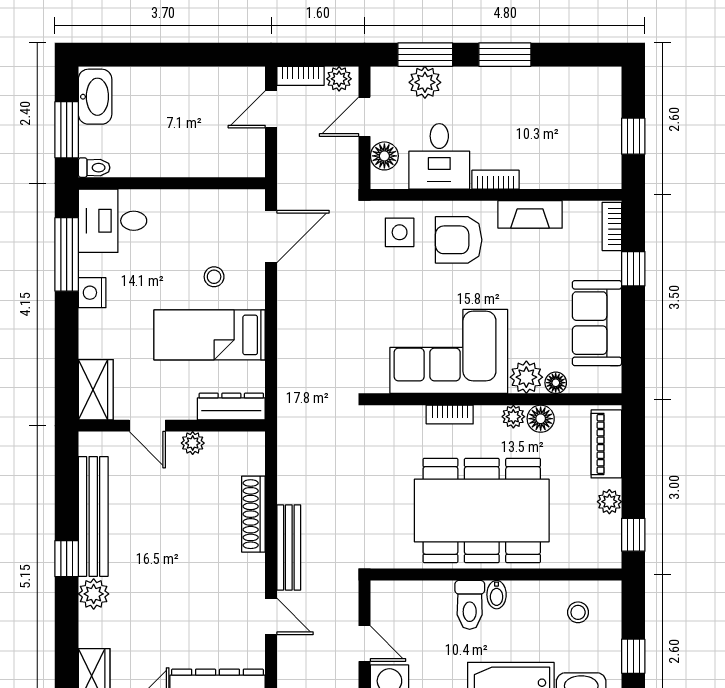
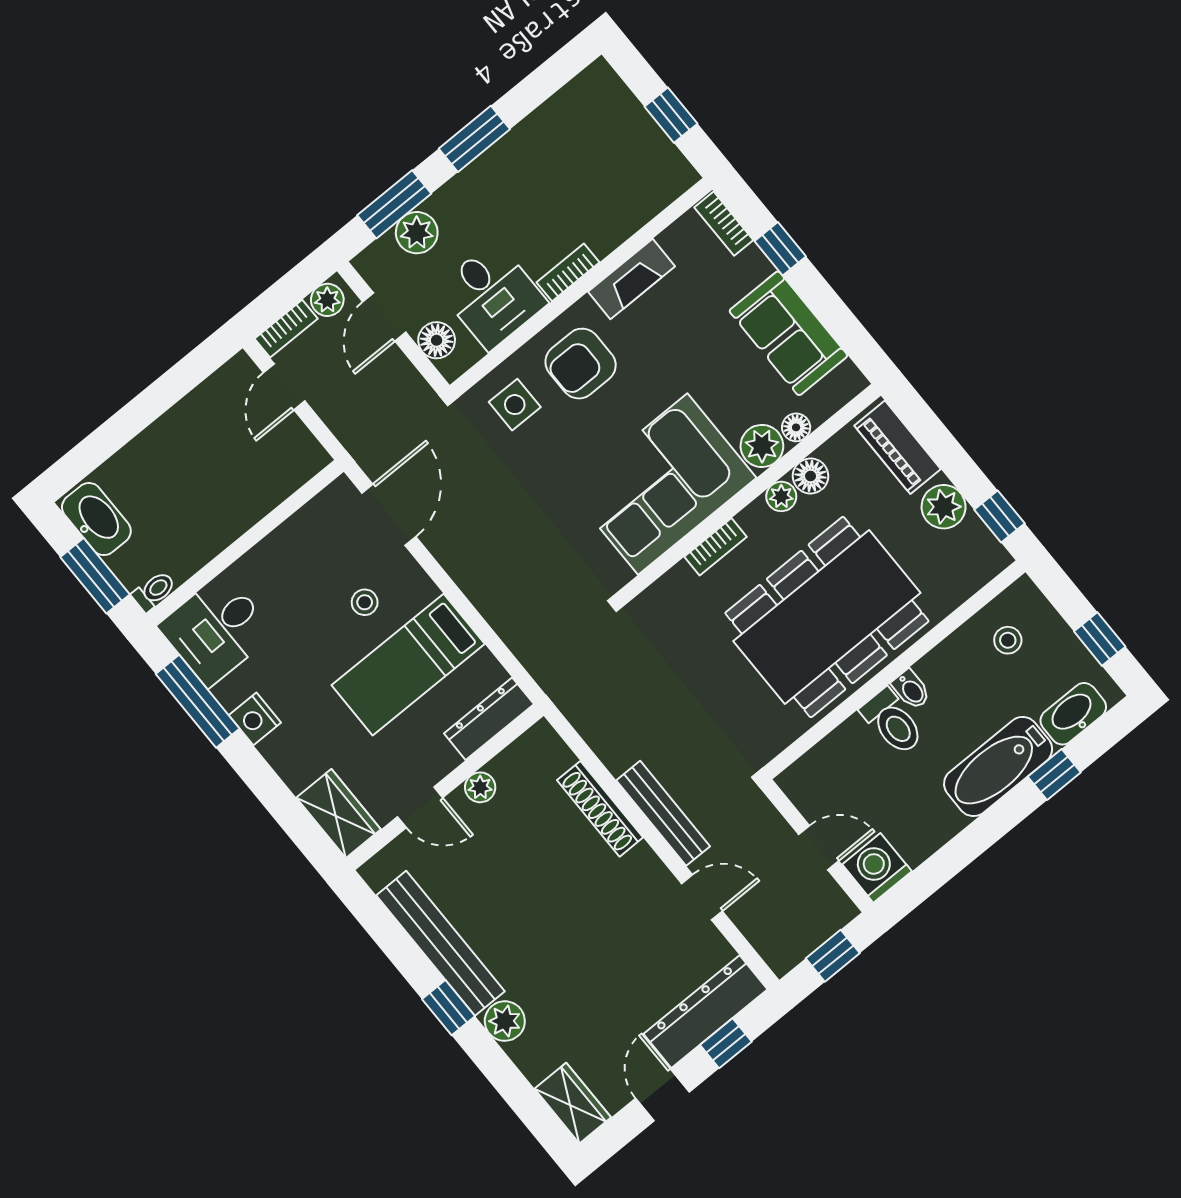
plant: (609, 502) -> (944, 507), width x1.38, depth x1.38

